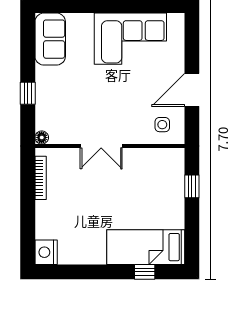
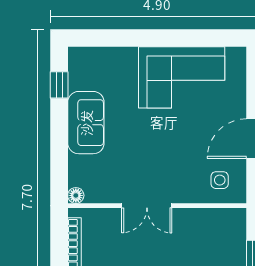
sofa: (50, 39) -> (86, 123), moved
window: (28, 93) -> (59, 85), moved

